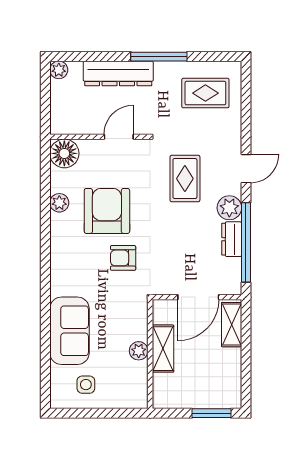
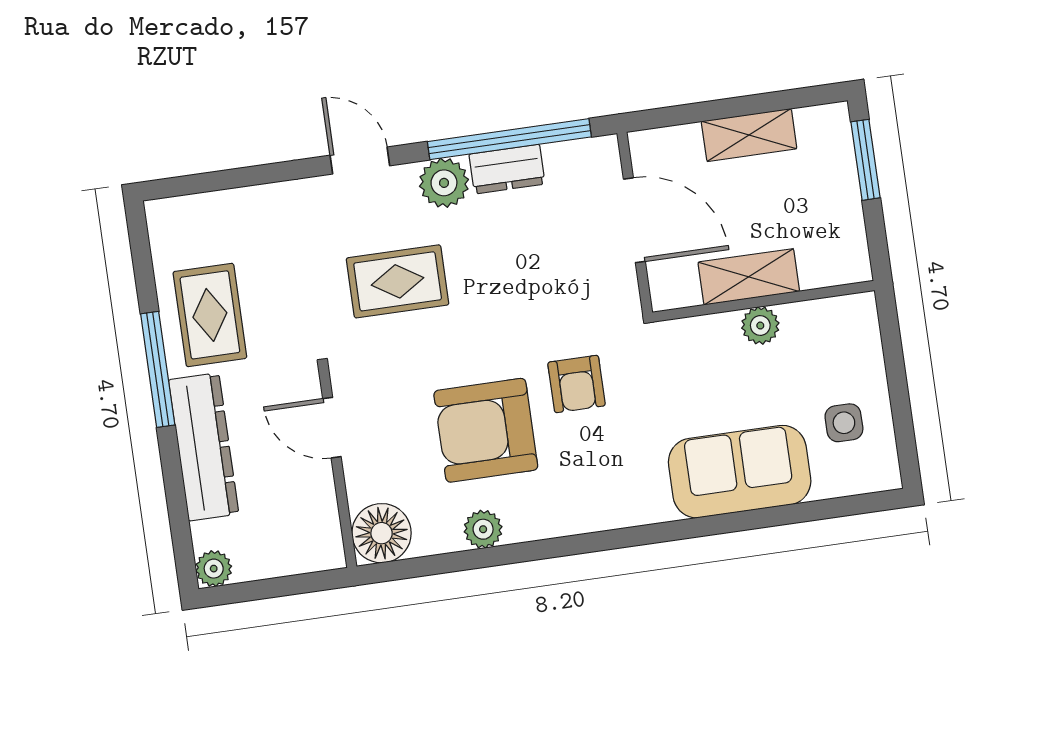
rug: (205, 93) -> (210, 315), moved
shelving: (232, 325) -> (749, 135), moved

